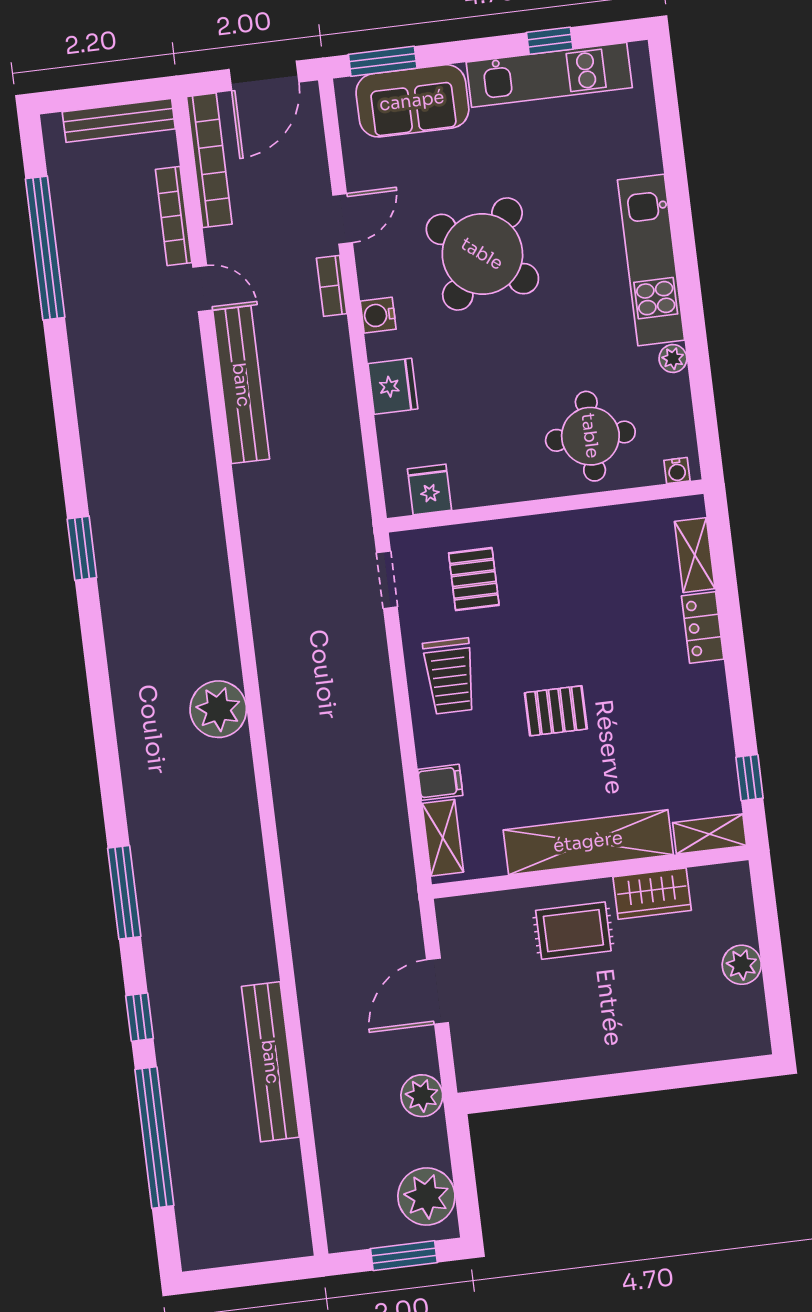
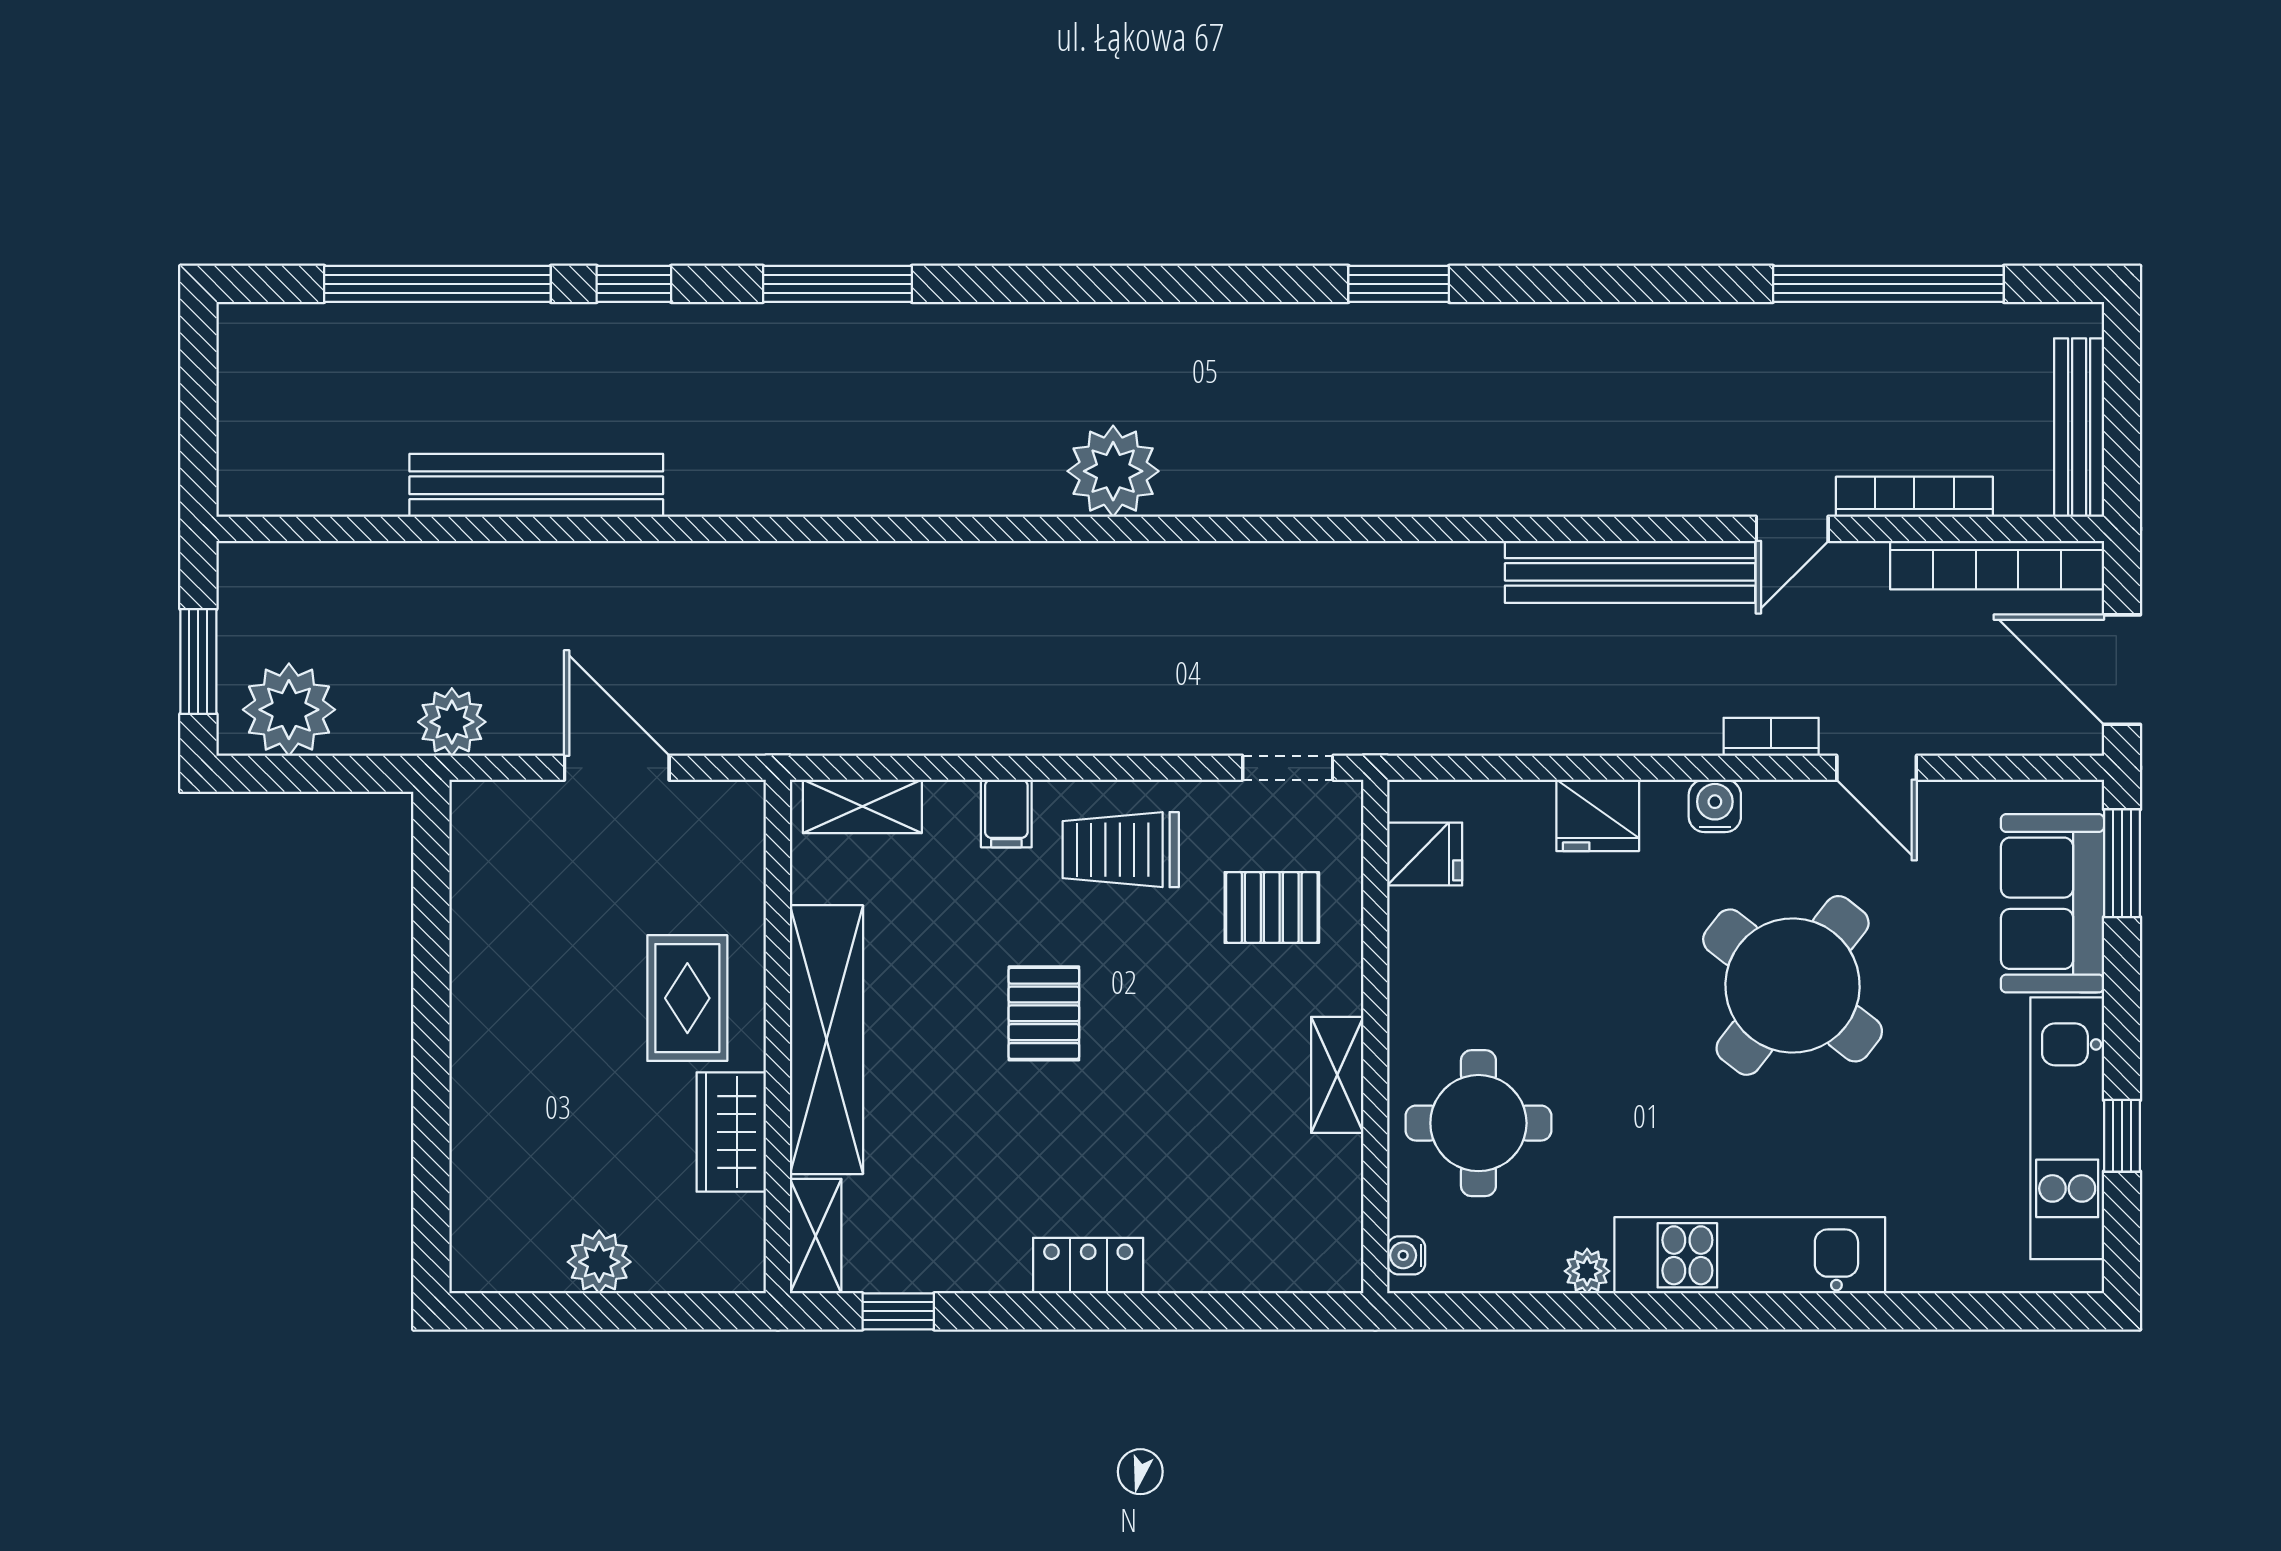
shelving: (695, 555) -> (1337, 1075), moved, turned 90
locker: (703, 627) -> (1088, 1266), moved
filing cabinet: (440, 782) -> (1006, 814), moved

